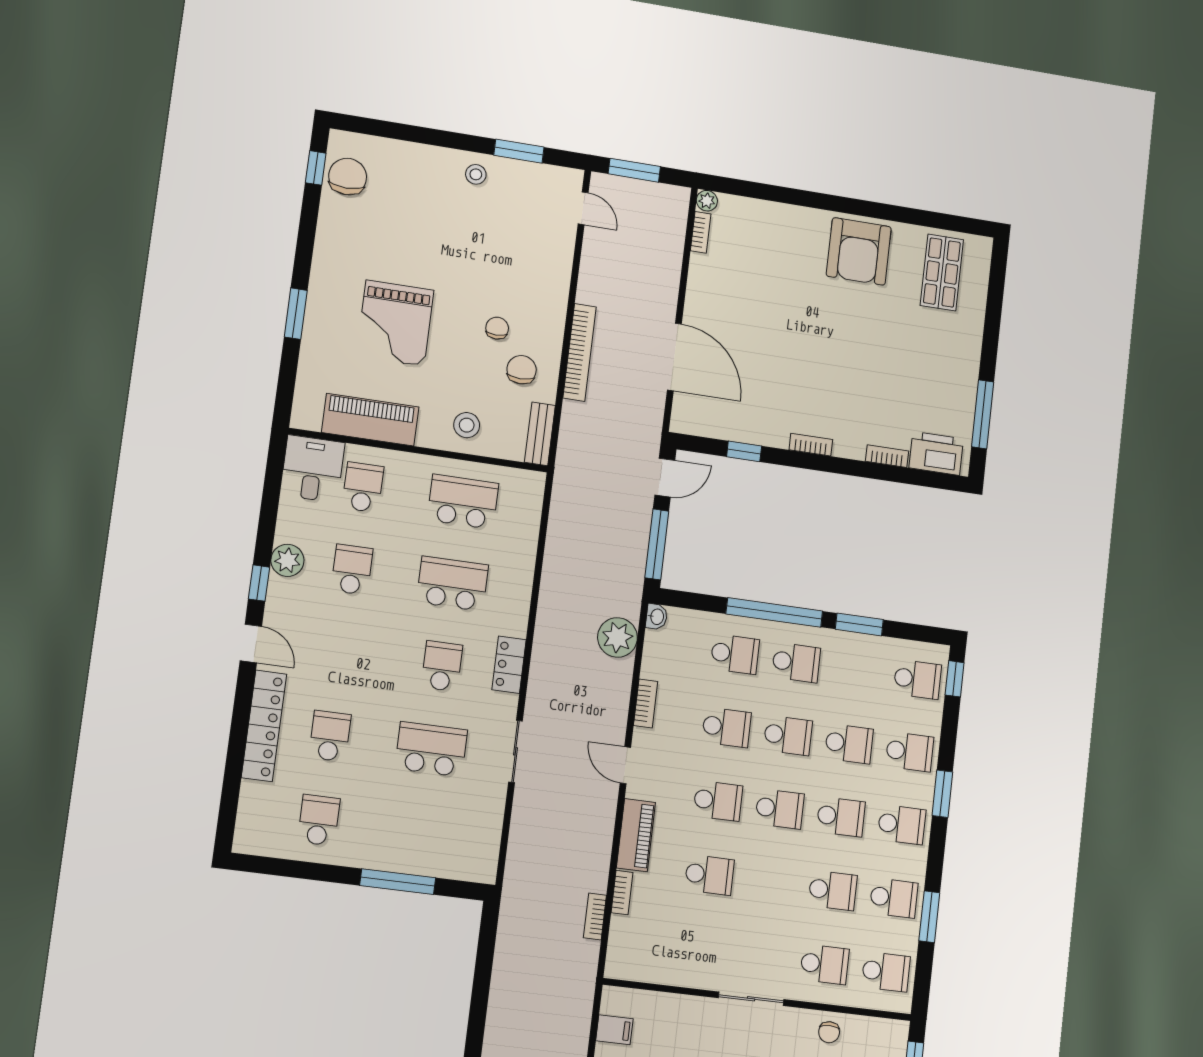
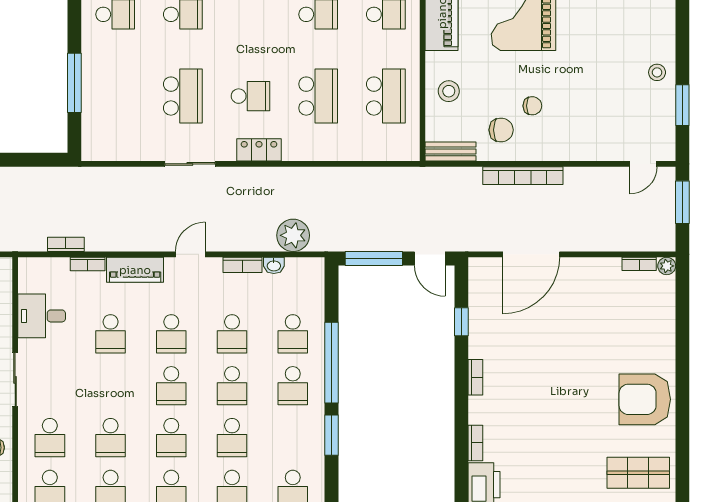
washbasin: (657, 617) -> (274, 265), moved
desk: (678, 957) -> (42, 316), added

